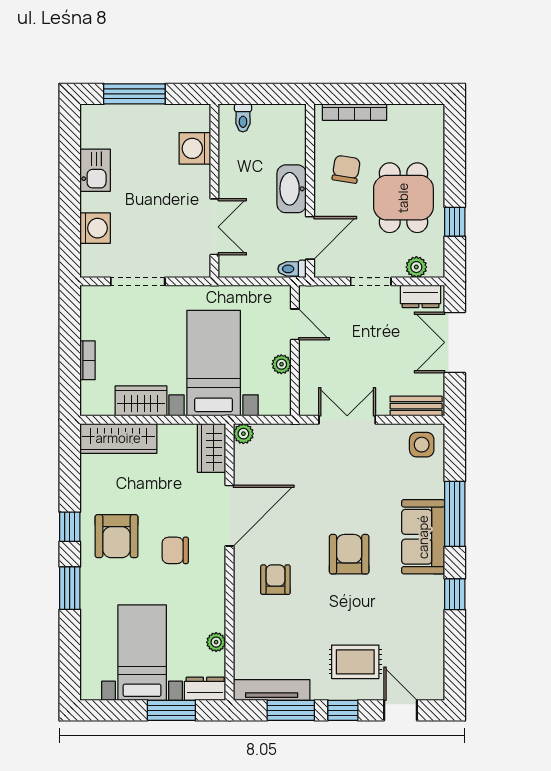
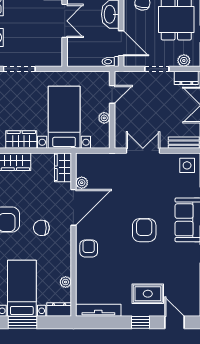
double door: (214, 227) -> (65, 21), moved
door: (310, 238) -> (121, 43), hinge flipped
door: (295, 324) -> (112, 94), hinge flipped
plant: (243, 434) -> (82, 183), moved
armchair: (275, 580) -> (89, 249), moved
window: (171, 710) -> (22, 322), moved
window: (291, 710) -> (110, 322), removed

